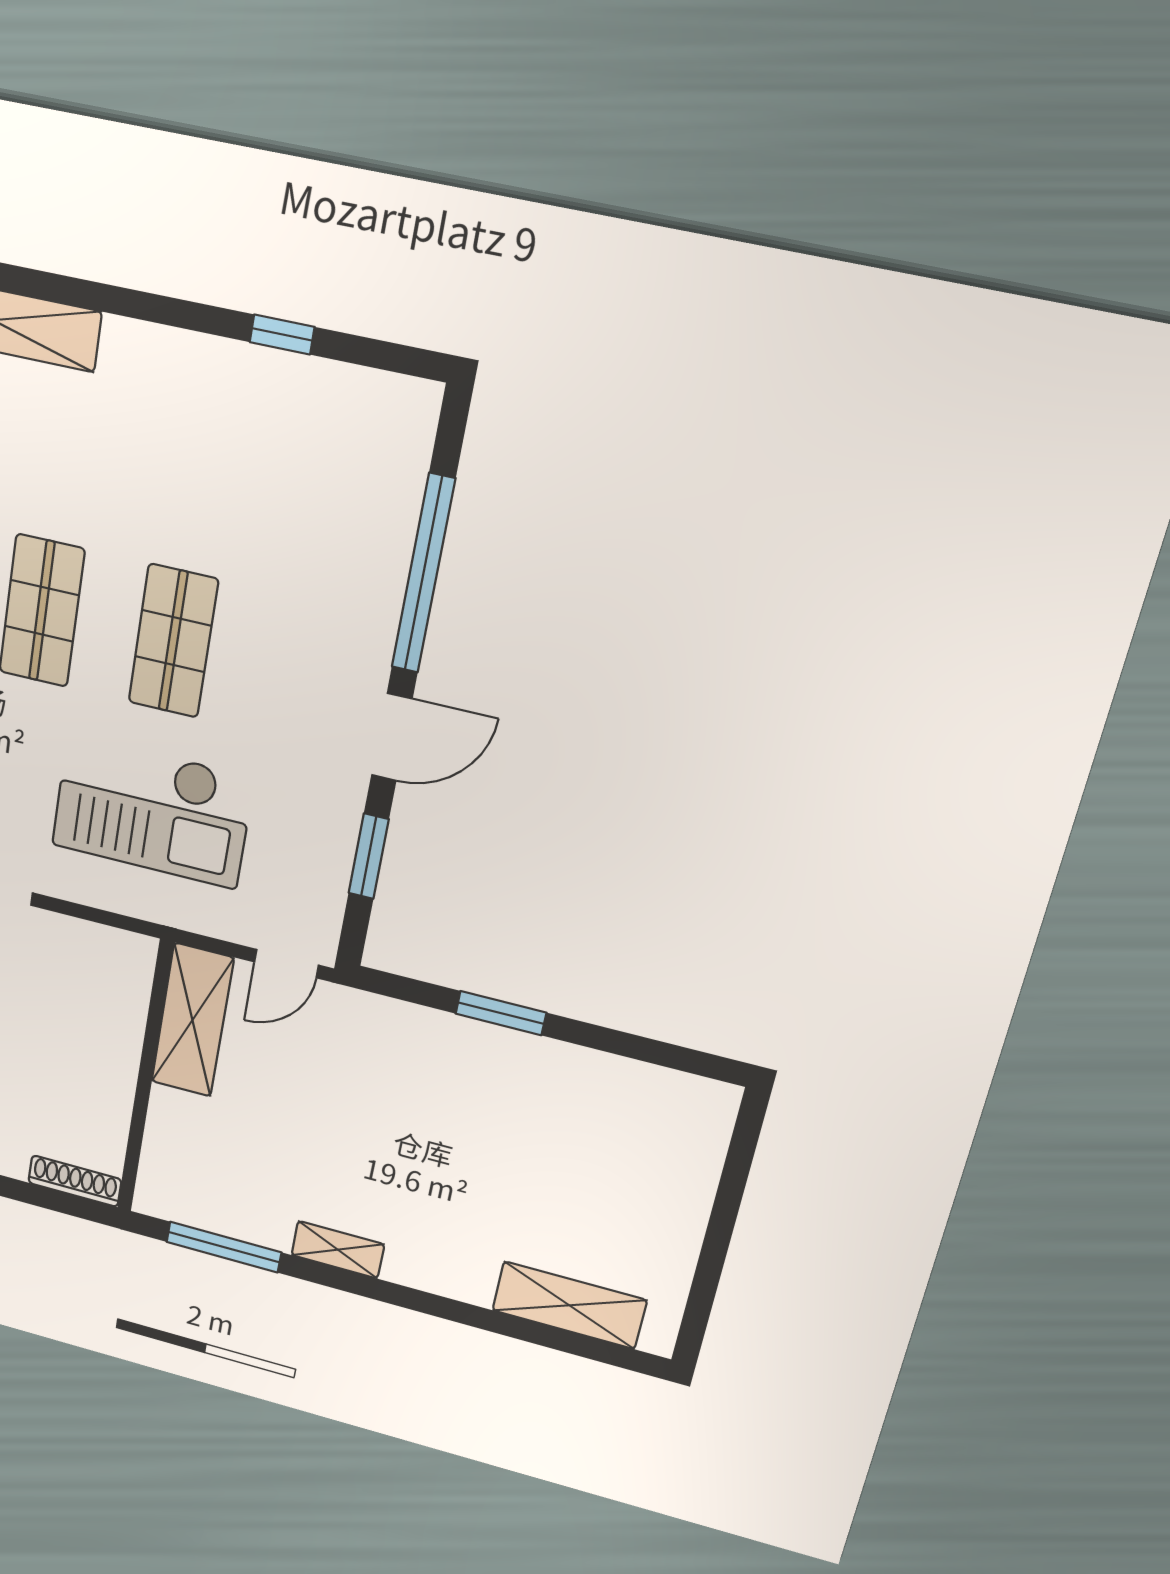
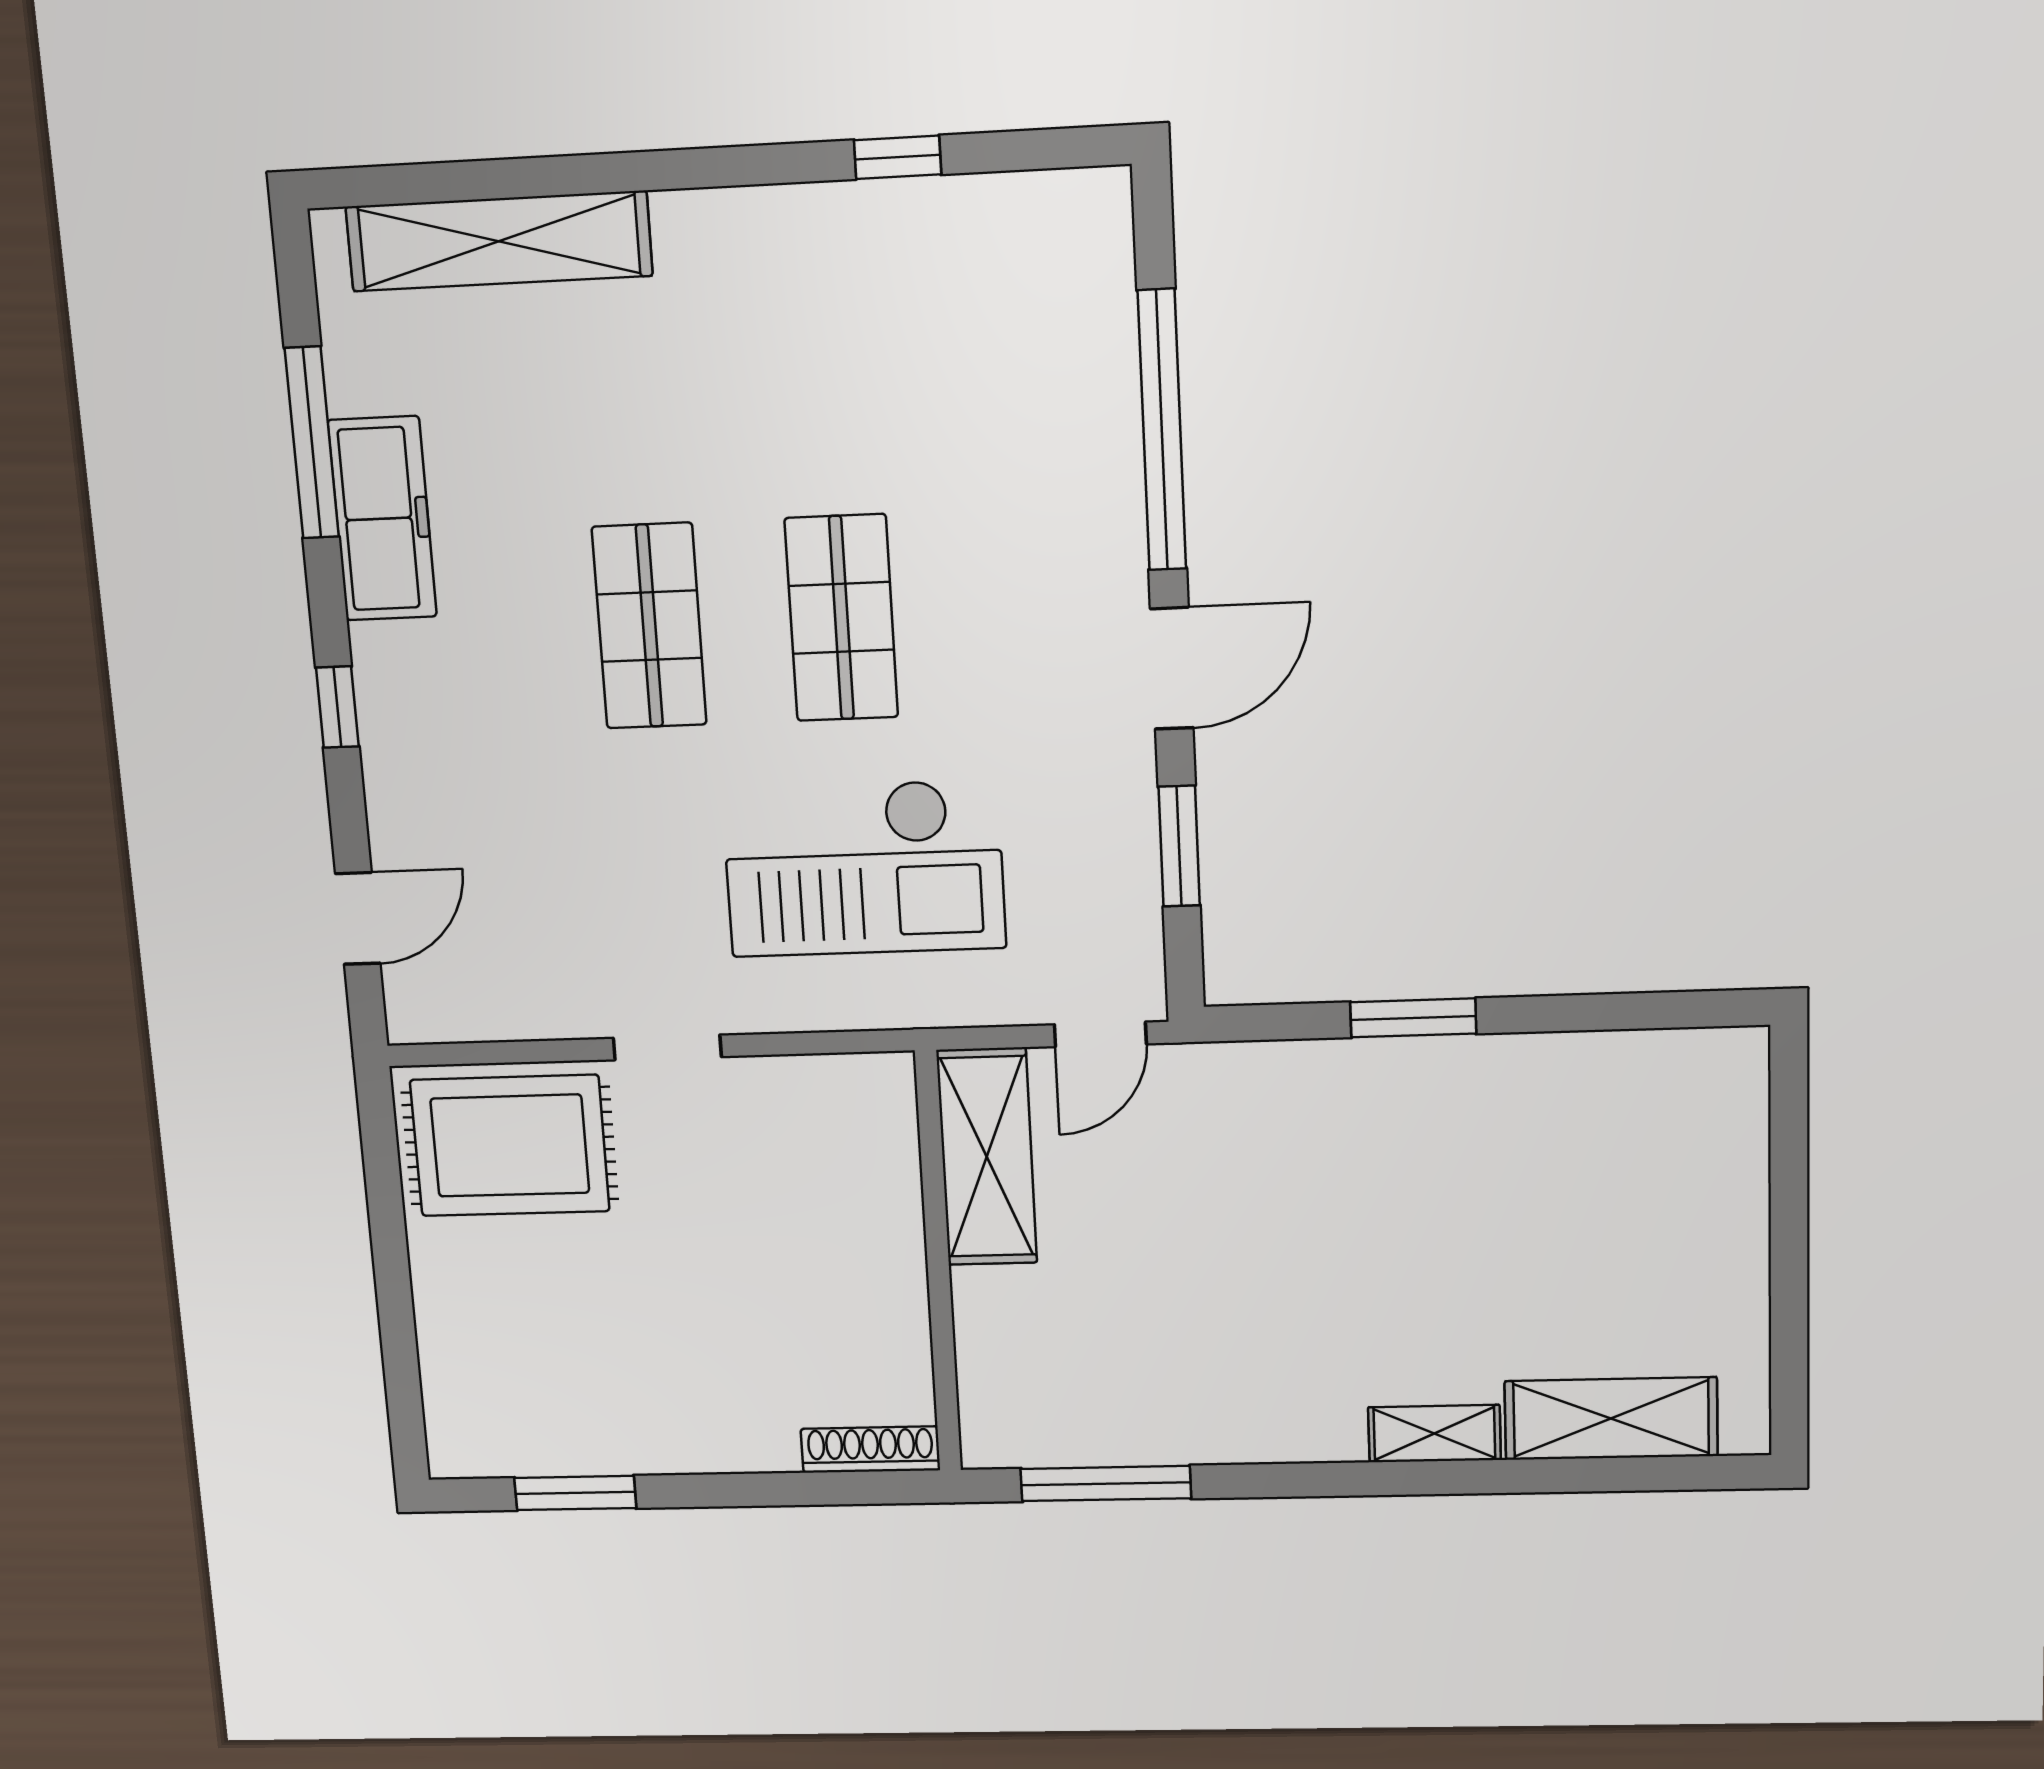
shelving: (338, 1250) -> (1434, 1434), moved

